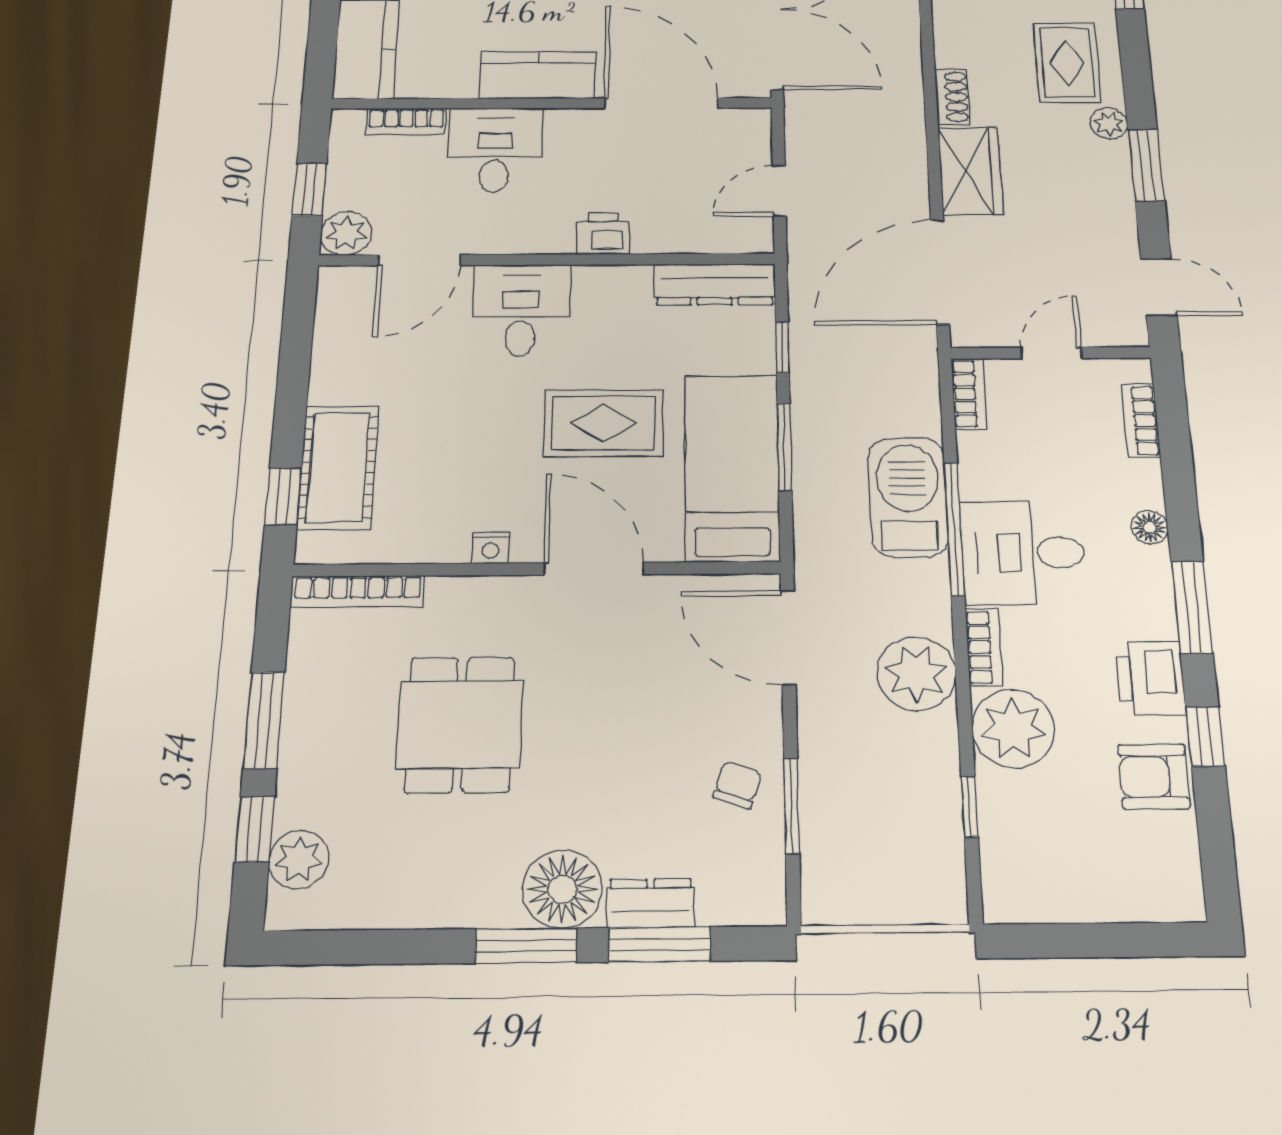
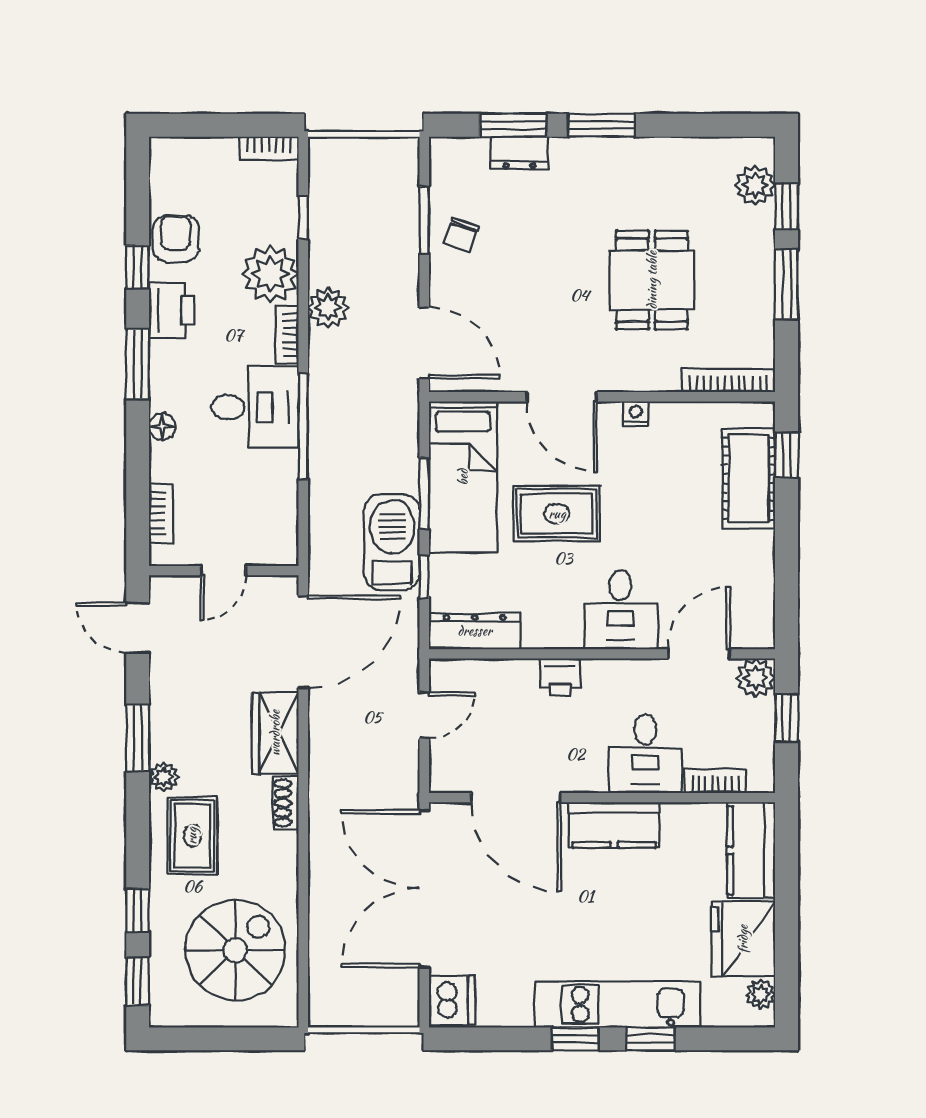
bookcase: (969, 394) -> (269, 148), moved, turned -90
barbecue: (908, 497) -> (392, 542), moved, turned 180
plant: (916, 674) -> (328, 308), width x0.73, depth x0.73
armchair: (1154, 776) -> (176, 239), turned -90
floor lamp: (562, 889) -> (578, 163), removed

